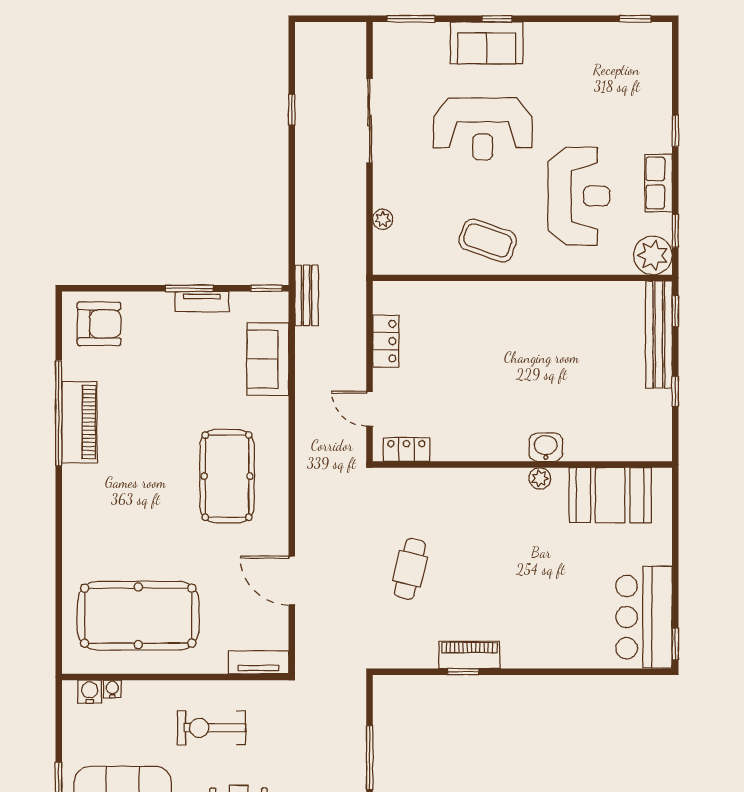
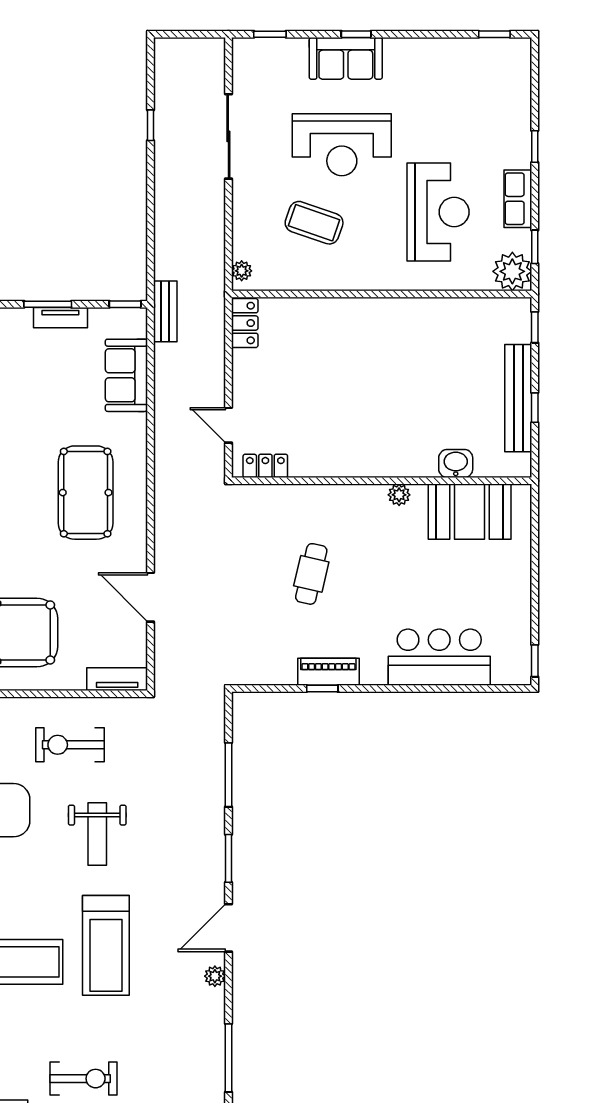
window: (411, 19) -> (270, 34), width x0.67
plant: (383, 219) -> (242, 271), moved
coffee table: (488, 241) -> (314, 223), moved
bench: (659, 335) -> (518, 398), moved
locker: (386, 341) -> (245, 323), moved
washbasin: (546, 447) -> (456, 464), moved
cafe table: (410, 569) -> (311, 574), moved
bar counter: (644, 617) -> (439, 657), moved, turned 90

